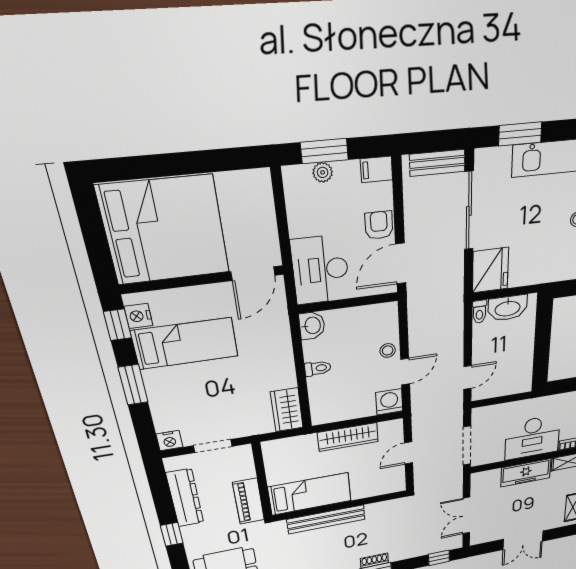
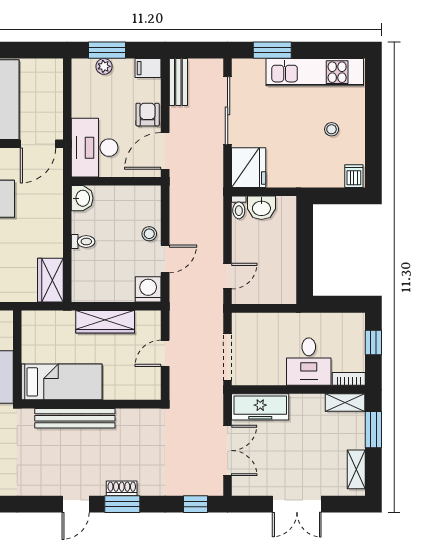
bench: (437, 163) -> (178, 82), moved, turned 90
washbasin: (508, 308) -> (261, 208), width x0.72
desk: (532, 437) -> (309, 362), width x0.73
freezer: (526, 473) -> (260, 407), moved
double door: (466, 516) -> (228, 450), swing flipped

